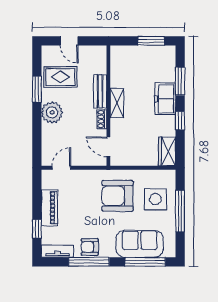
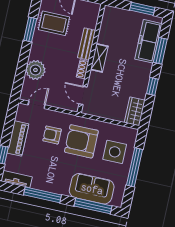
freezer: (165, 99) -> (148, 41), moved, width x1.40
plant: (52, 112) -> (35, 70), moved
armchair: (90, 247) -> (52, 135), moved

